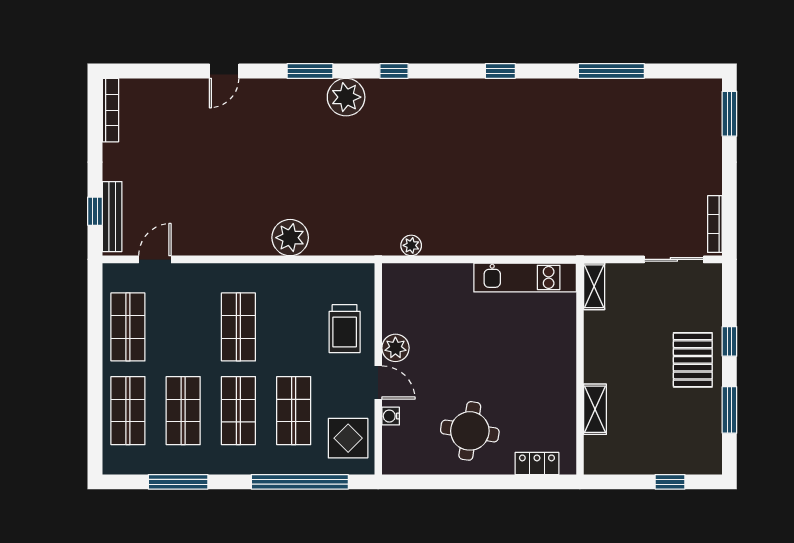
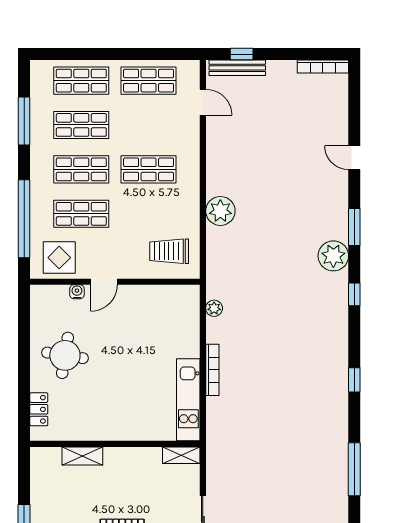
bookcase: (488, 248) -> (212, 370), added
trolley: (345, 329) -> (169, 251), moved
plant: (395, 348) -> (132, 296), removed

